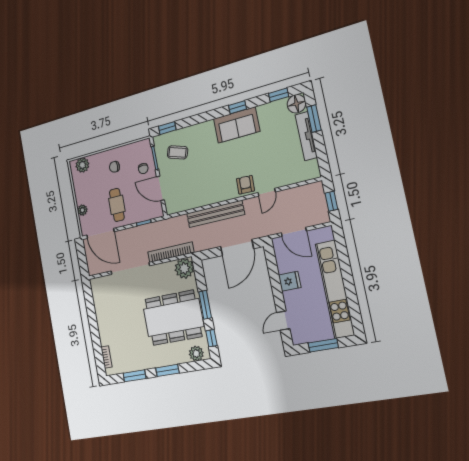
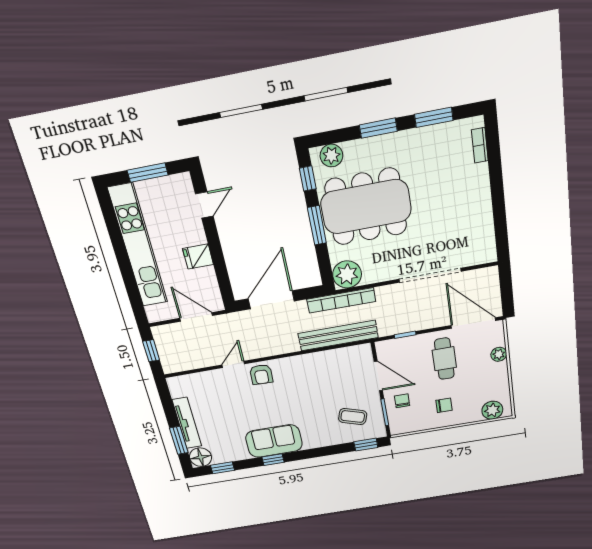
bench: (215, 214) -> (338, 336), moved
bookcase: (171, 252) -> (341, 300), moved

